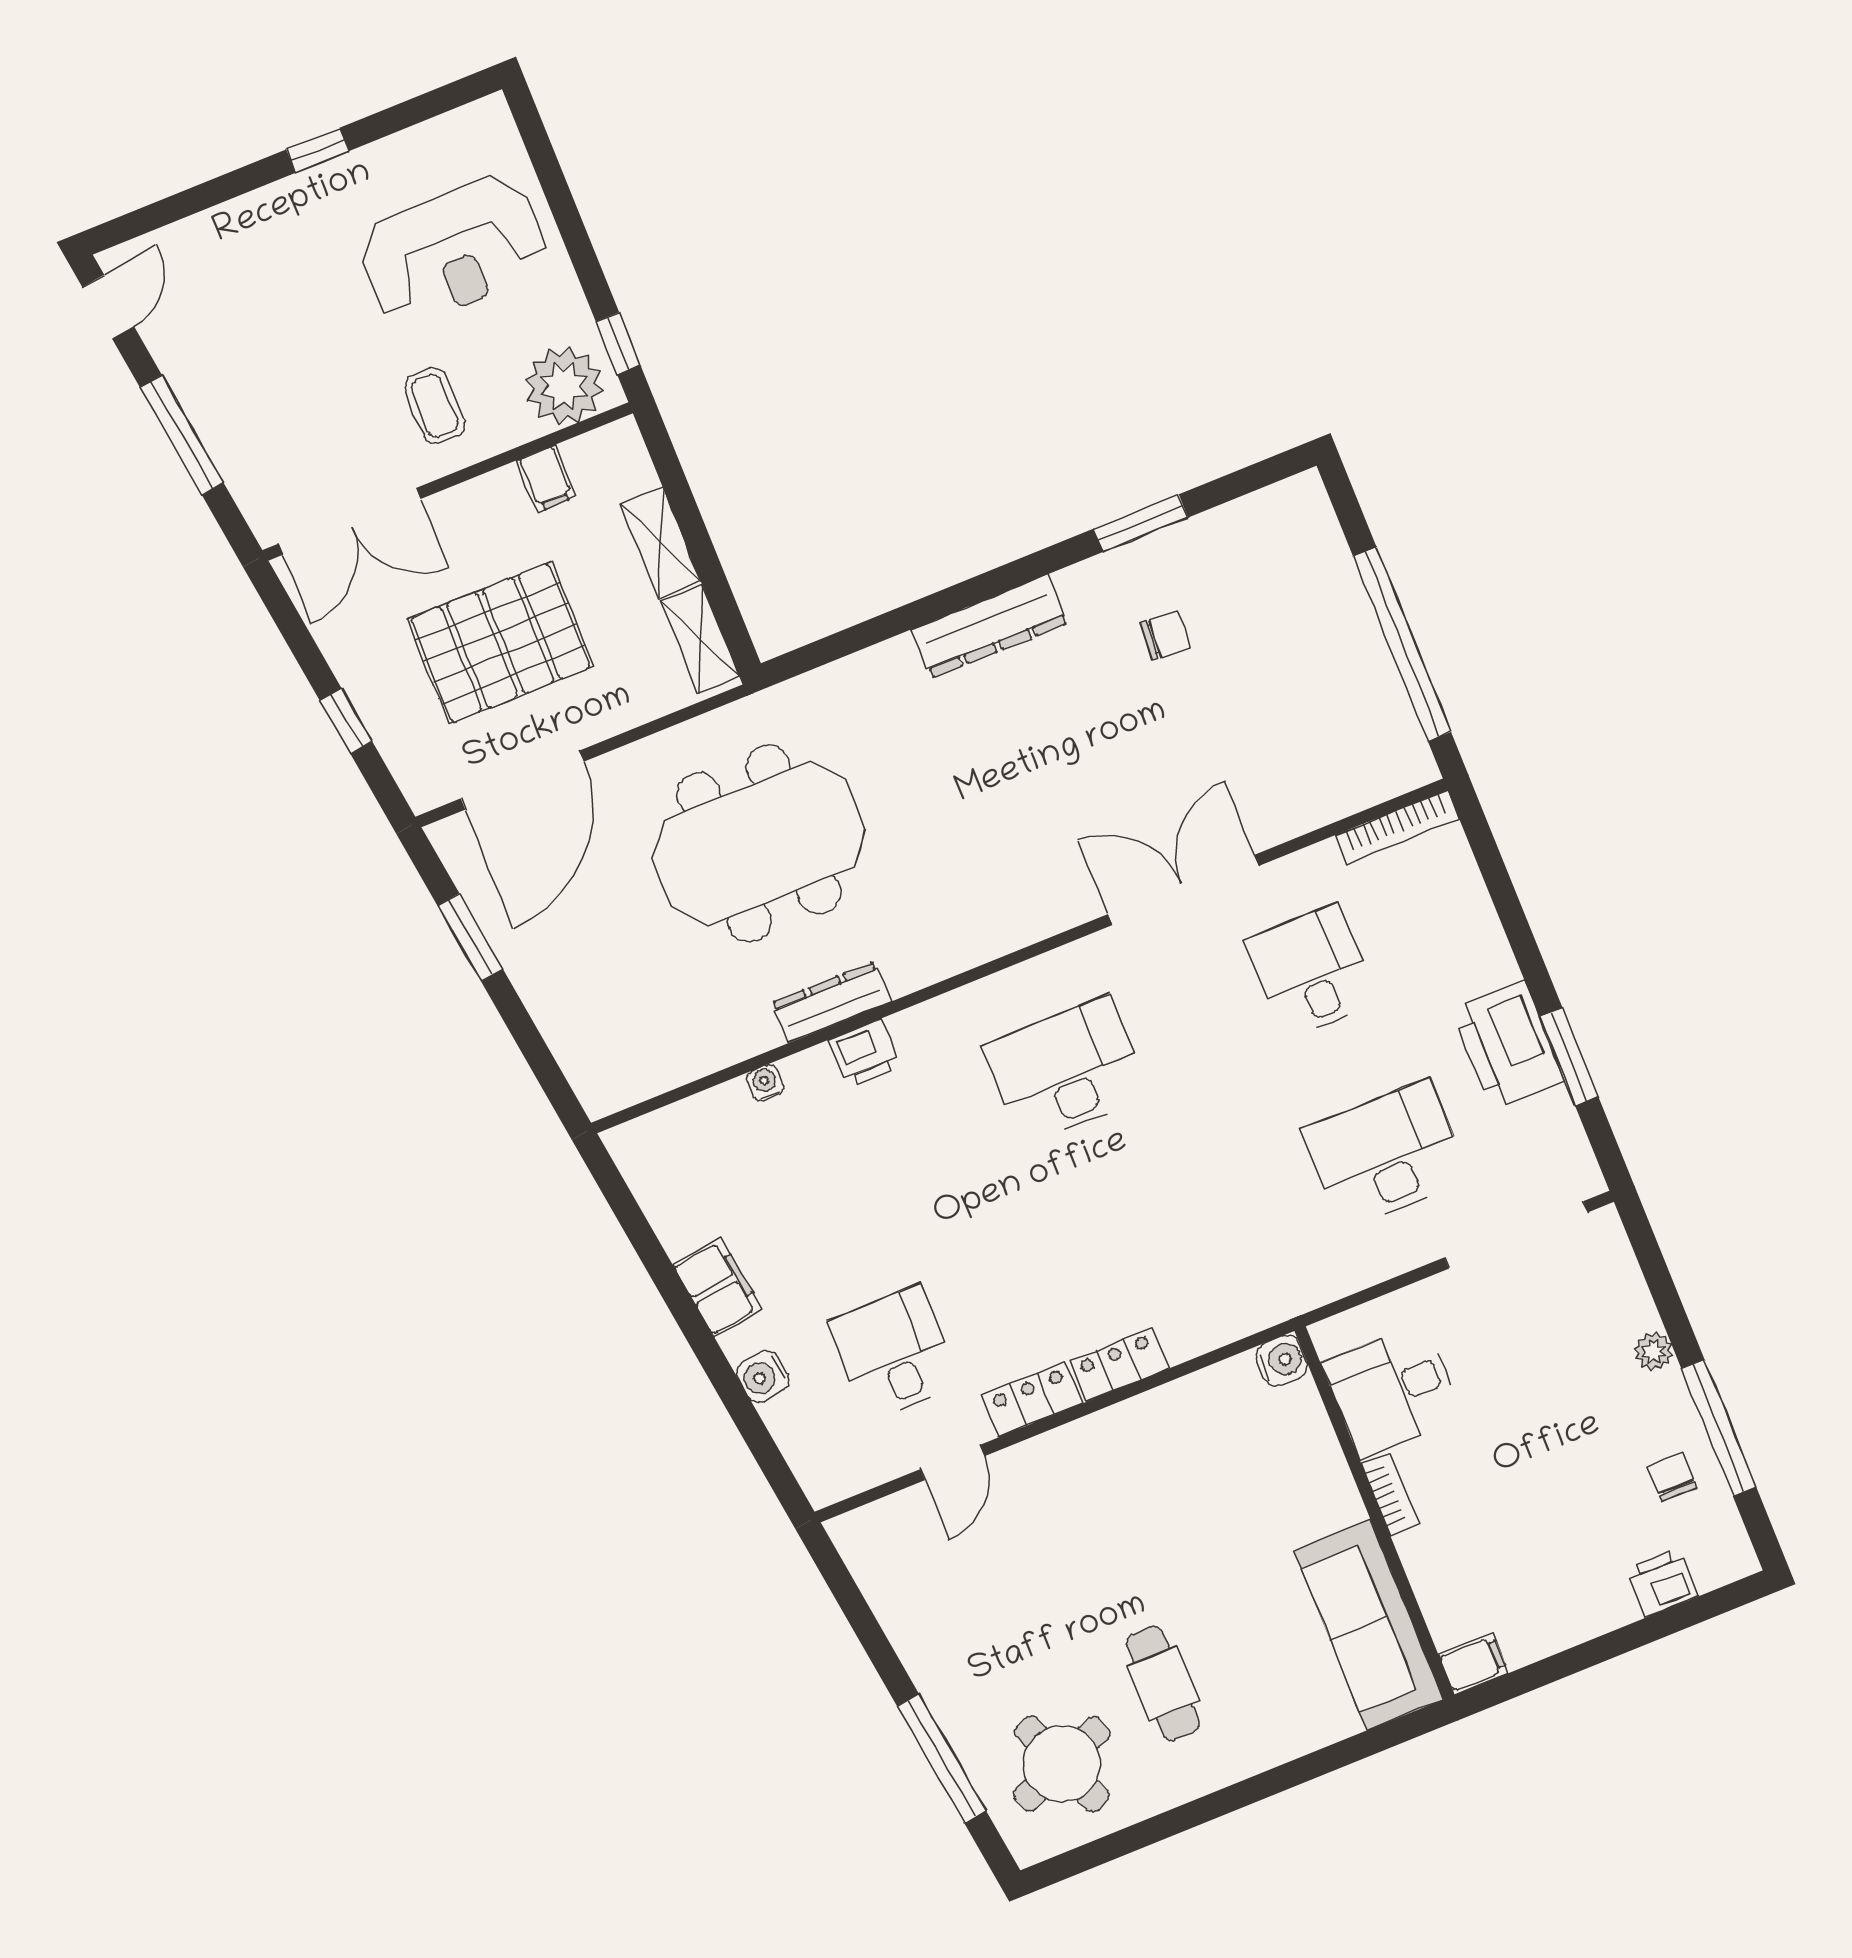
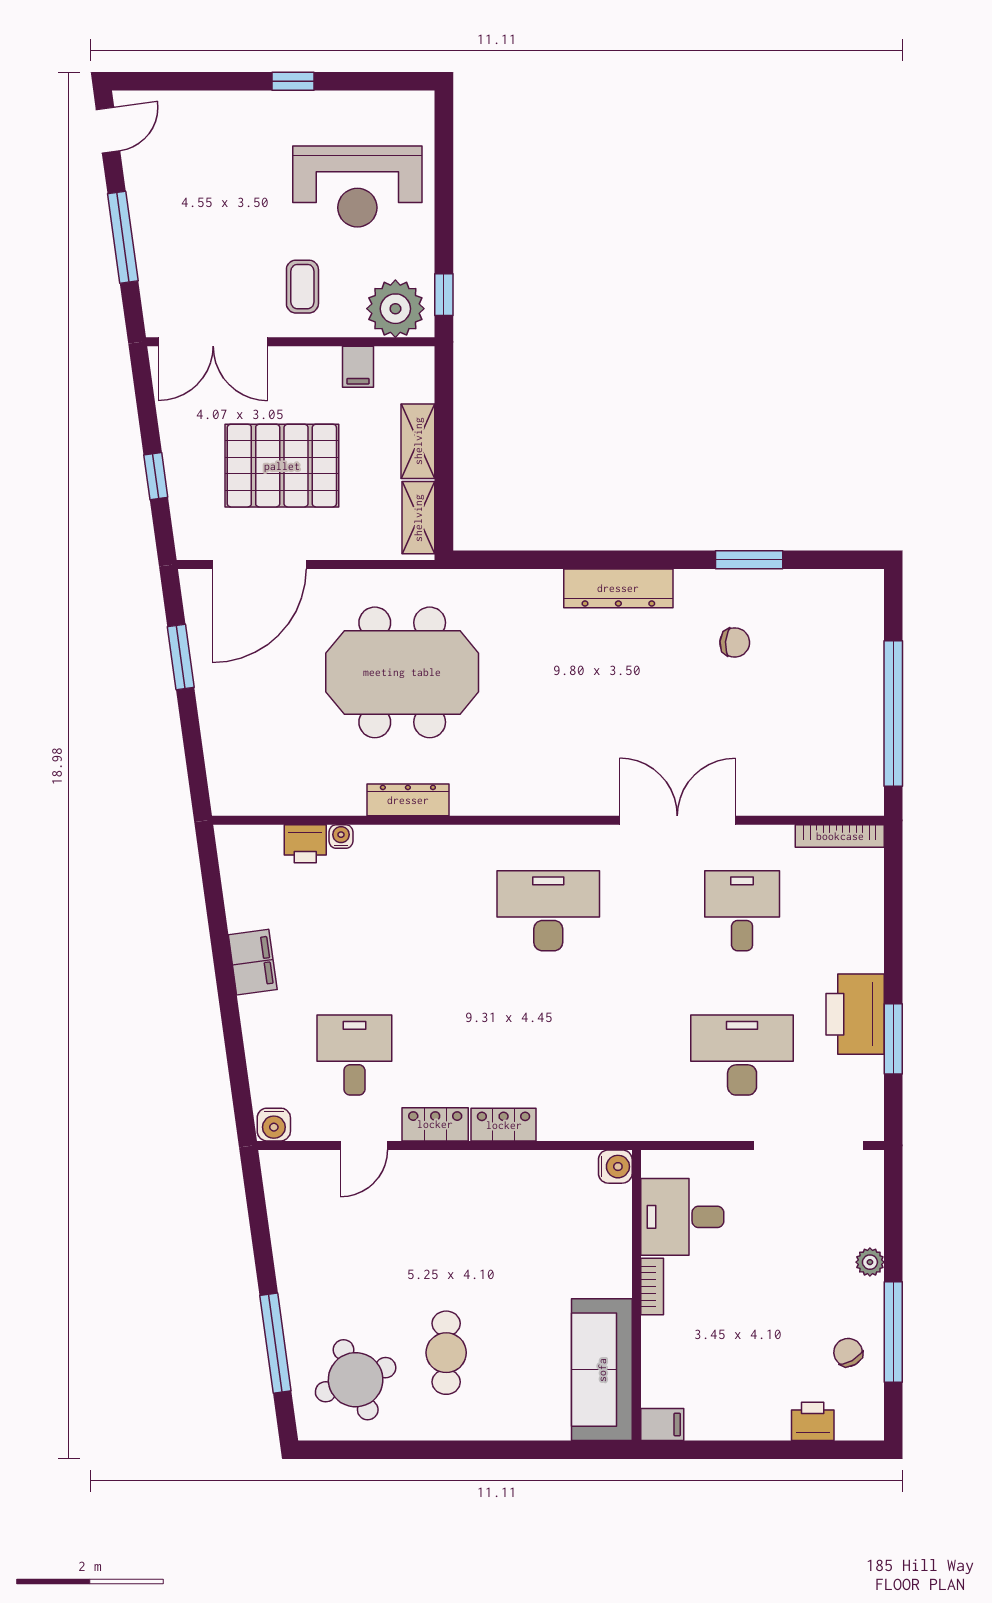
printer: (864, 1053) -> (305, 844), moved
water cooler: (763, 1376) -> (274, 1125), moved, turned -82
chair: (1672, 1477) -> (848, 1352), turned -30

